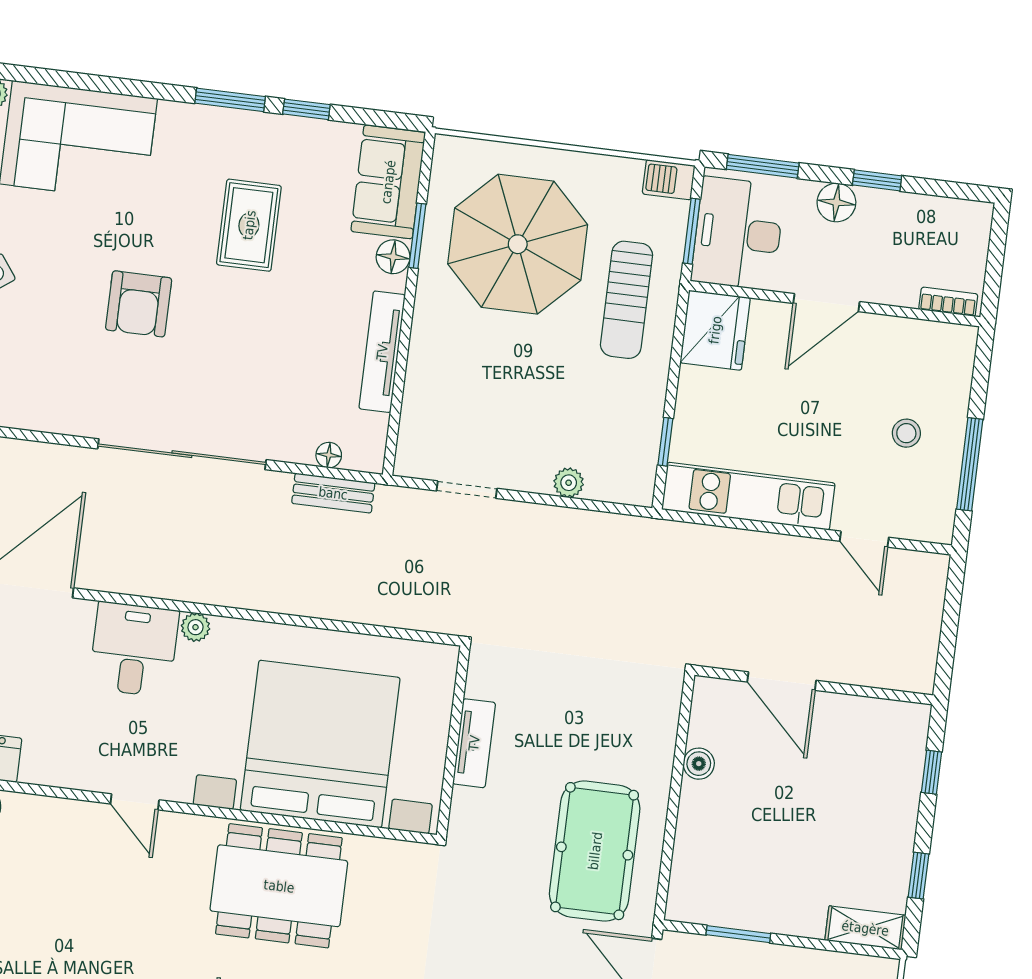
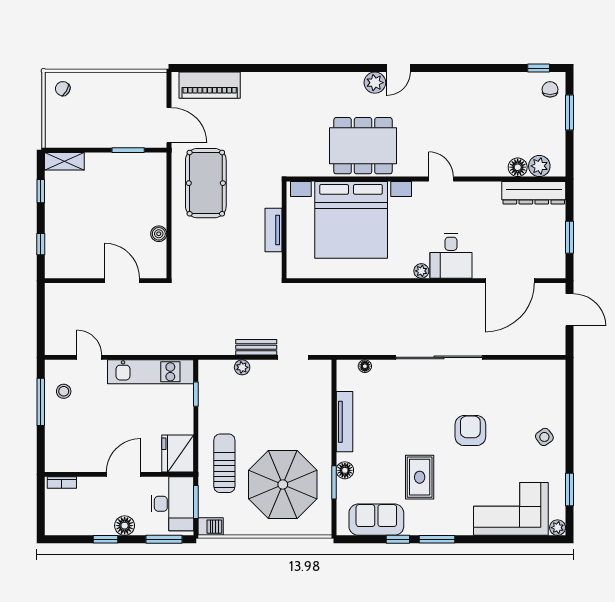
sofa: (388, 182) -> (376, 520), moved, turned -90
stool: (906, 433) -> (64, 391), moved
bench: (333, 493) -> (256, 347), moved

